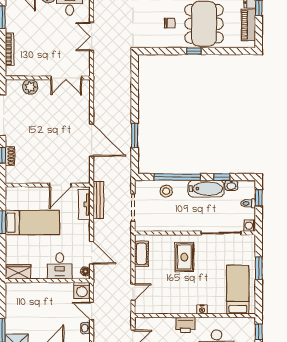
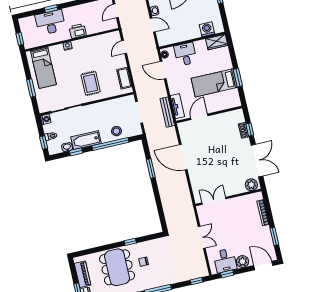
window: (194, 51) -> (130, 242), moved
plant: (30, 87) -> (251, 185), moved
washing machine: (82, 290) -> (207, 29), moved

